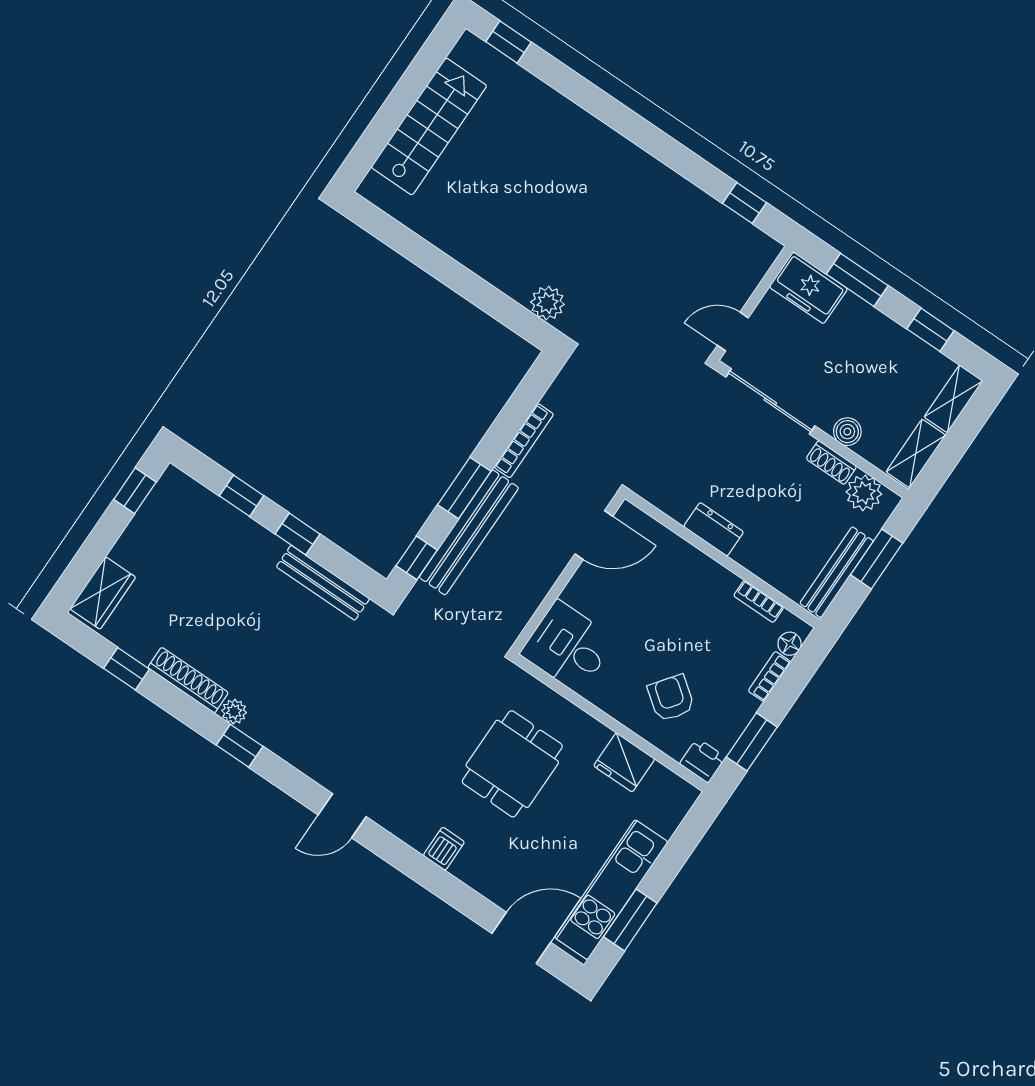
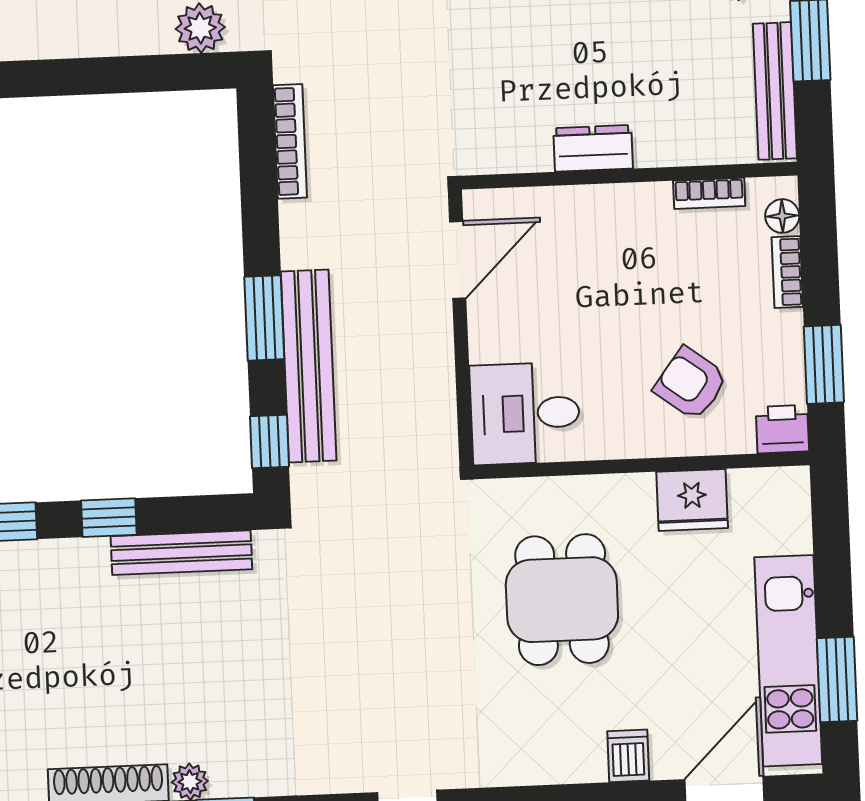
bookcase: (524, 441) -> (290, 141), moved
dishwasher: (444, 849) -> (628, 756), moved

